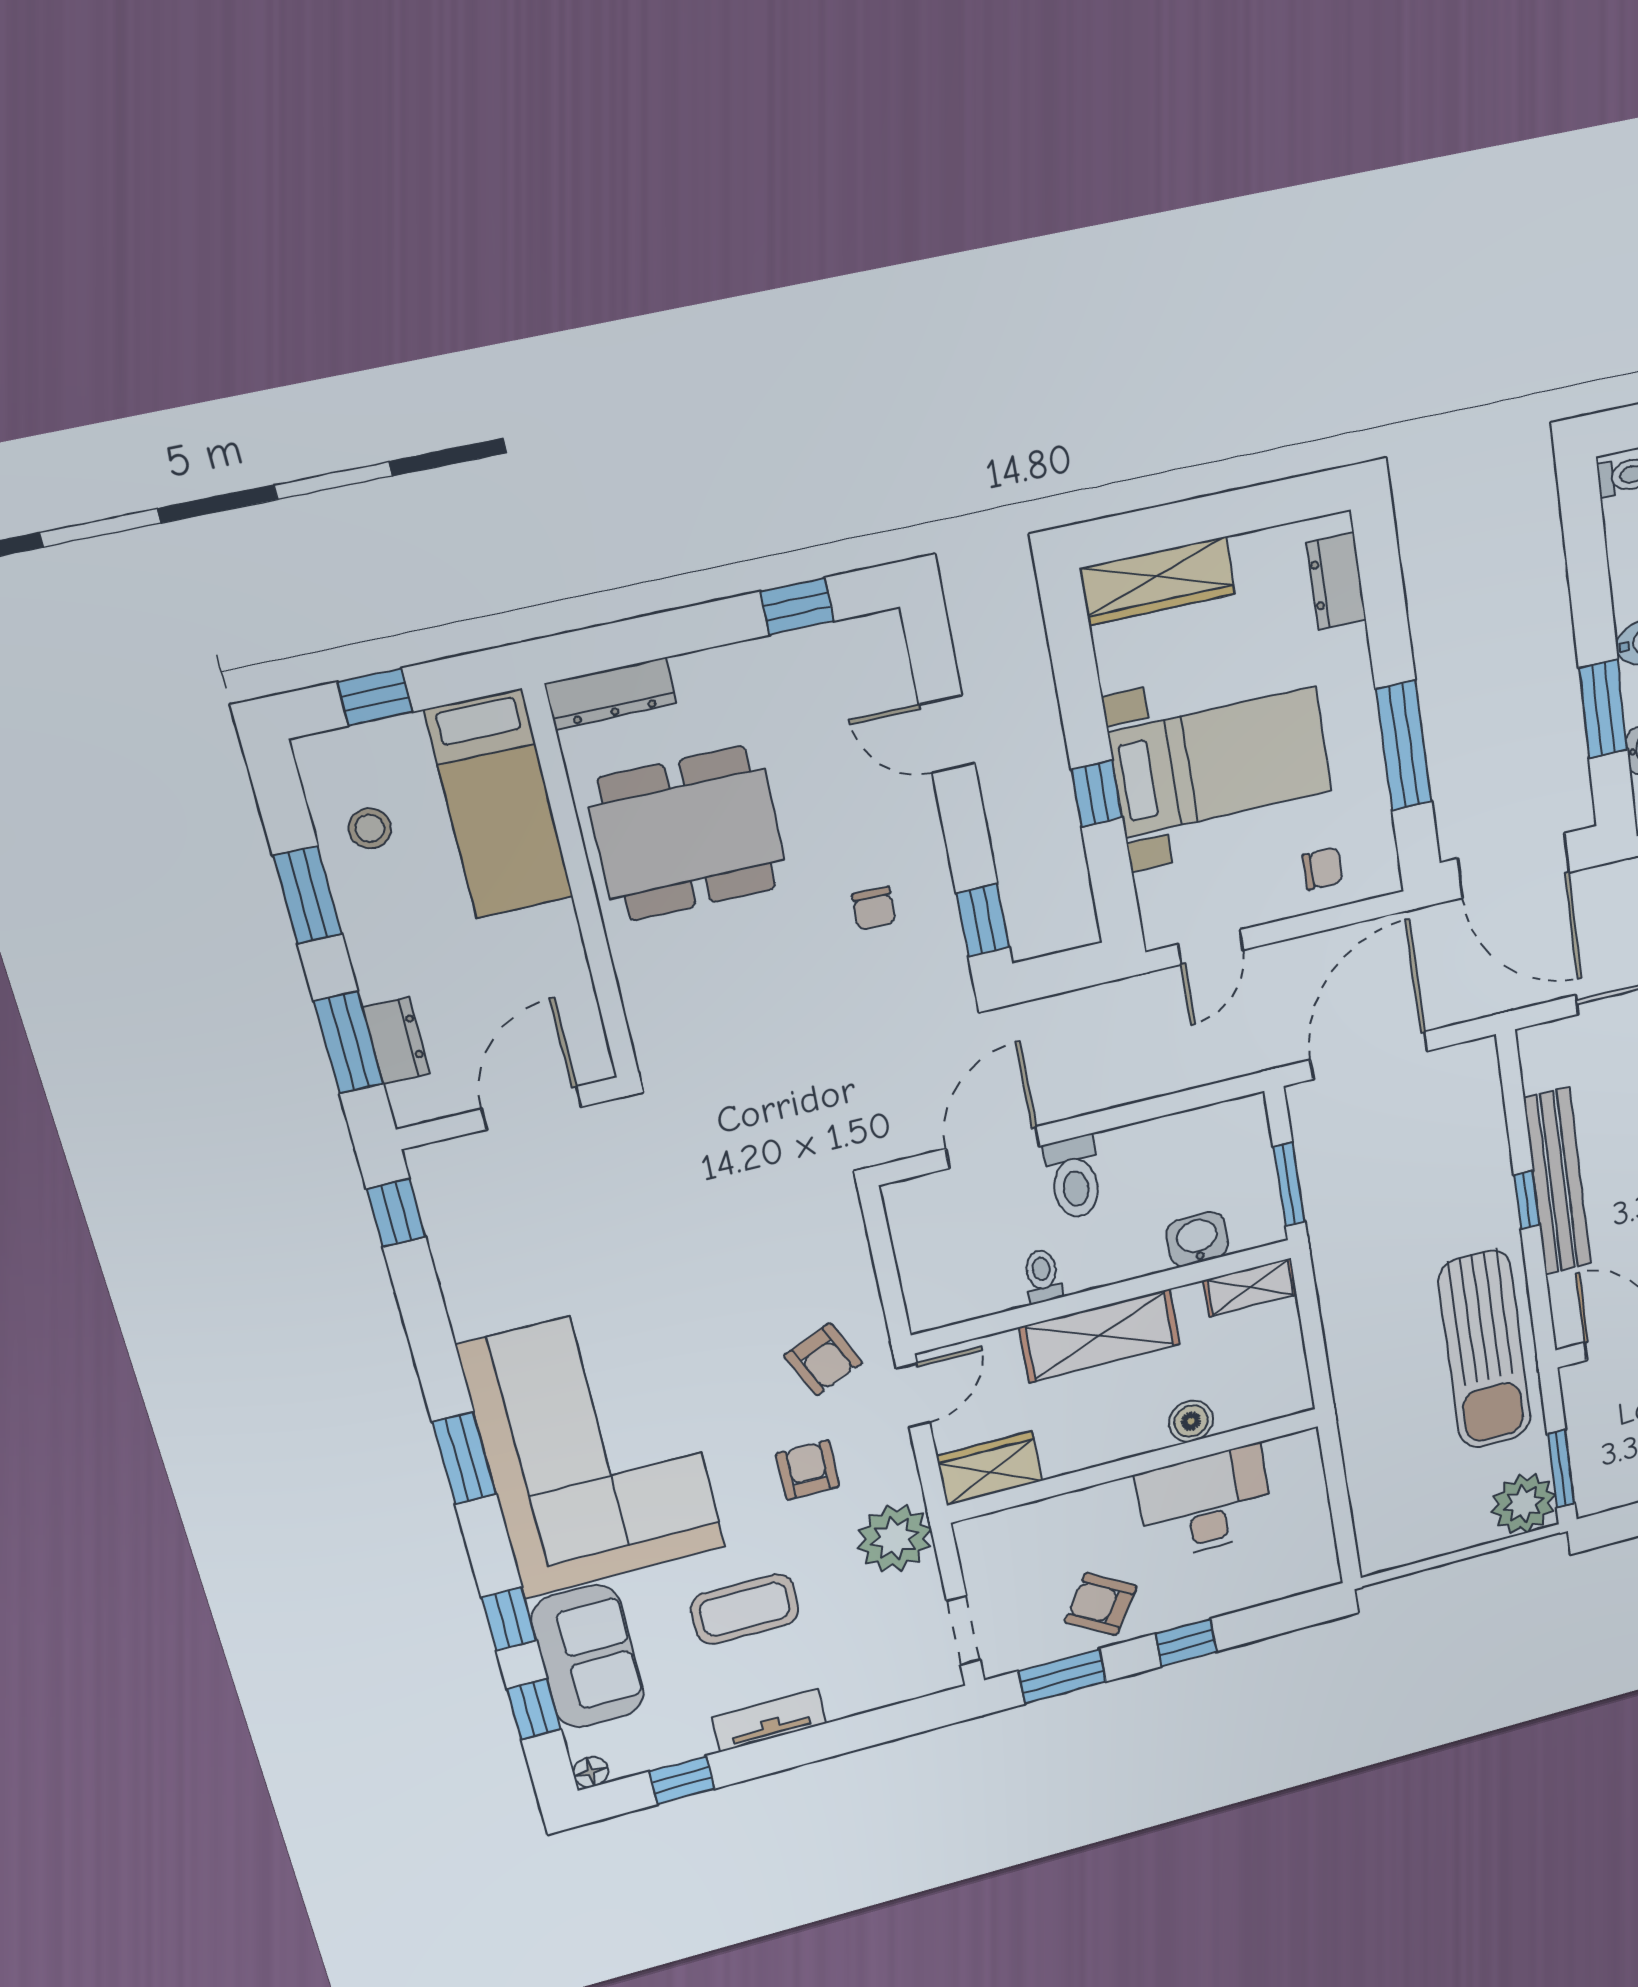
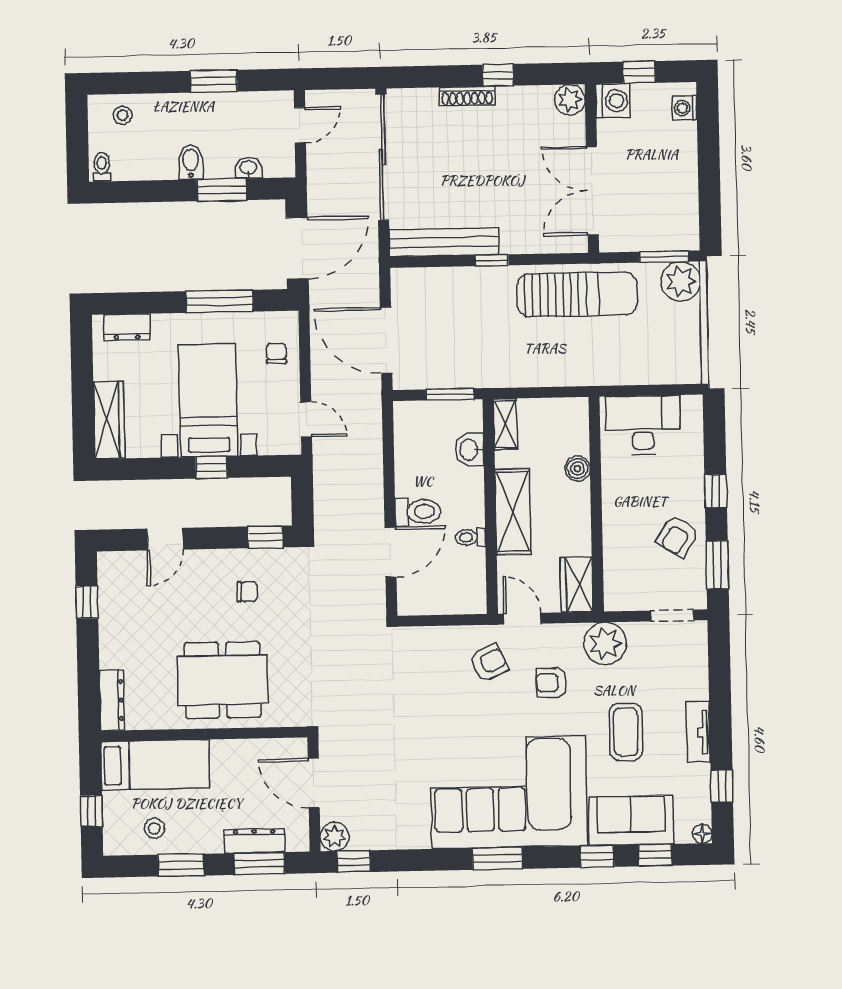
dining table: (687, 834) -> (223, 680), moved, turned 90
dresser: (396, 1041) -> (254, 841), width x1.44
door: (993, 1147) -> (391, 552), swing flipped
plant: (436, 1168) -> (335, 837), added
bench: (1557, 1182) -> (444, 242), moved
desk: (1205, 1503) -> (643, 425), moved, turned 90

